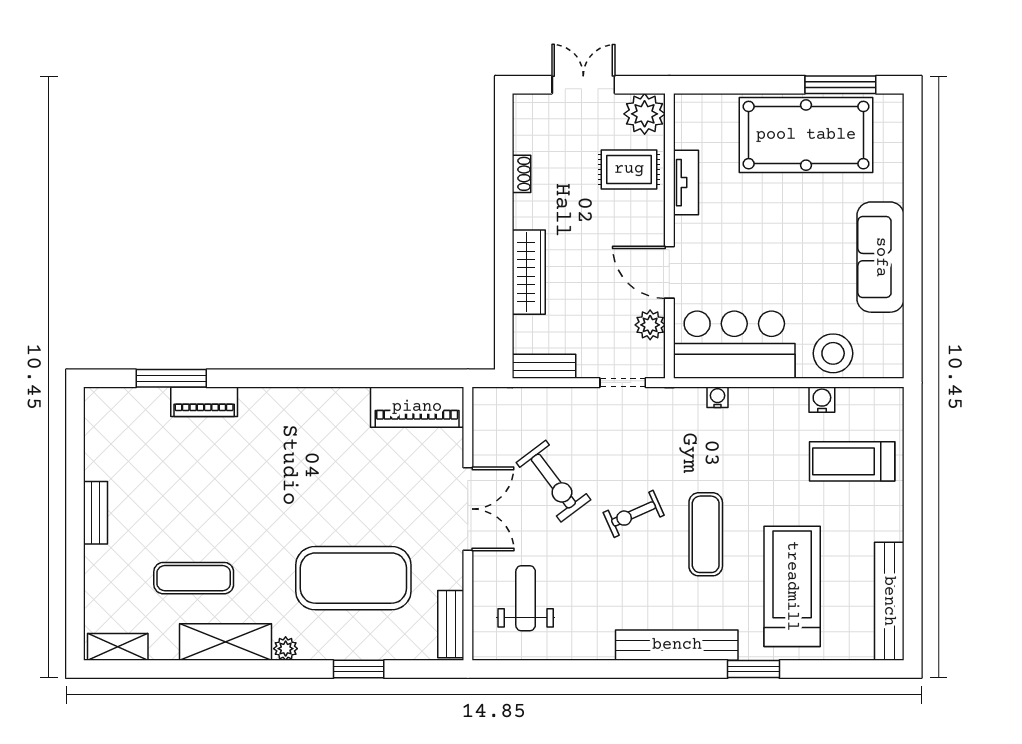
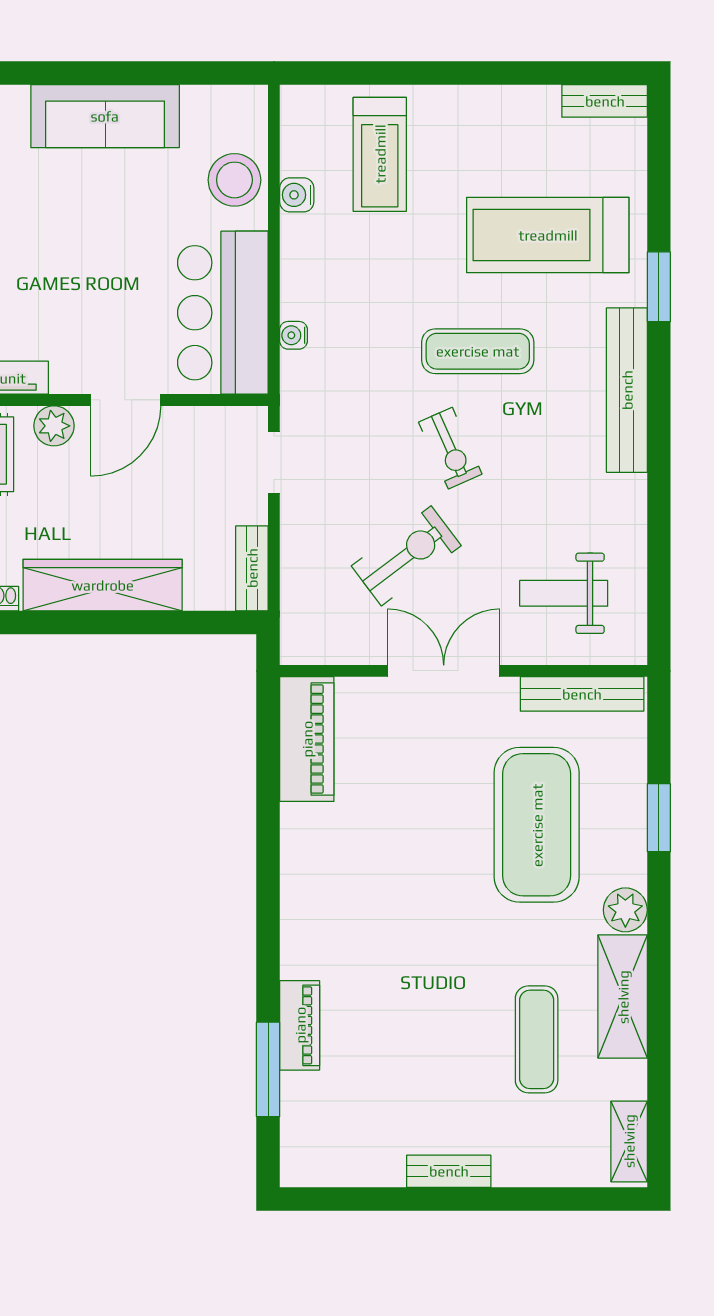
wardrobe: (529, 272) -> (103, 585), width x1.40, depth x1.17
plant: (650, 325) -> (54, 426), moved
bench: (889, 601) -> (605, 101), width x0.54, depth x0.82
bench: (451, 624) -> (582, 694), width x1.36
plant: (286, 649) -> (625, 910), width x1.38, depth x1.38

